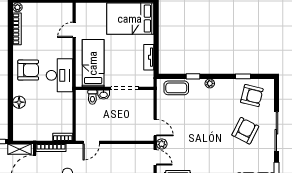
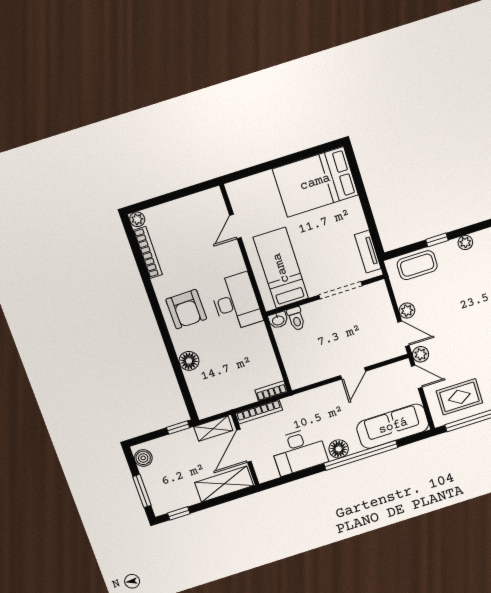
tv unit: (149, 57) -> (368, 252), moved
armchair: (28, 70) -> (186, 309), turned 89
washbasin: (104, 95) -> (278, 320), moved
plant: (162, 114) -> (407, 311), added
door: (91, 142) -> (353, 373), moved

